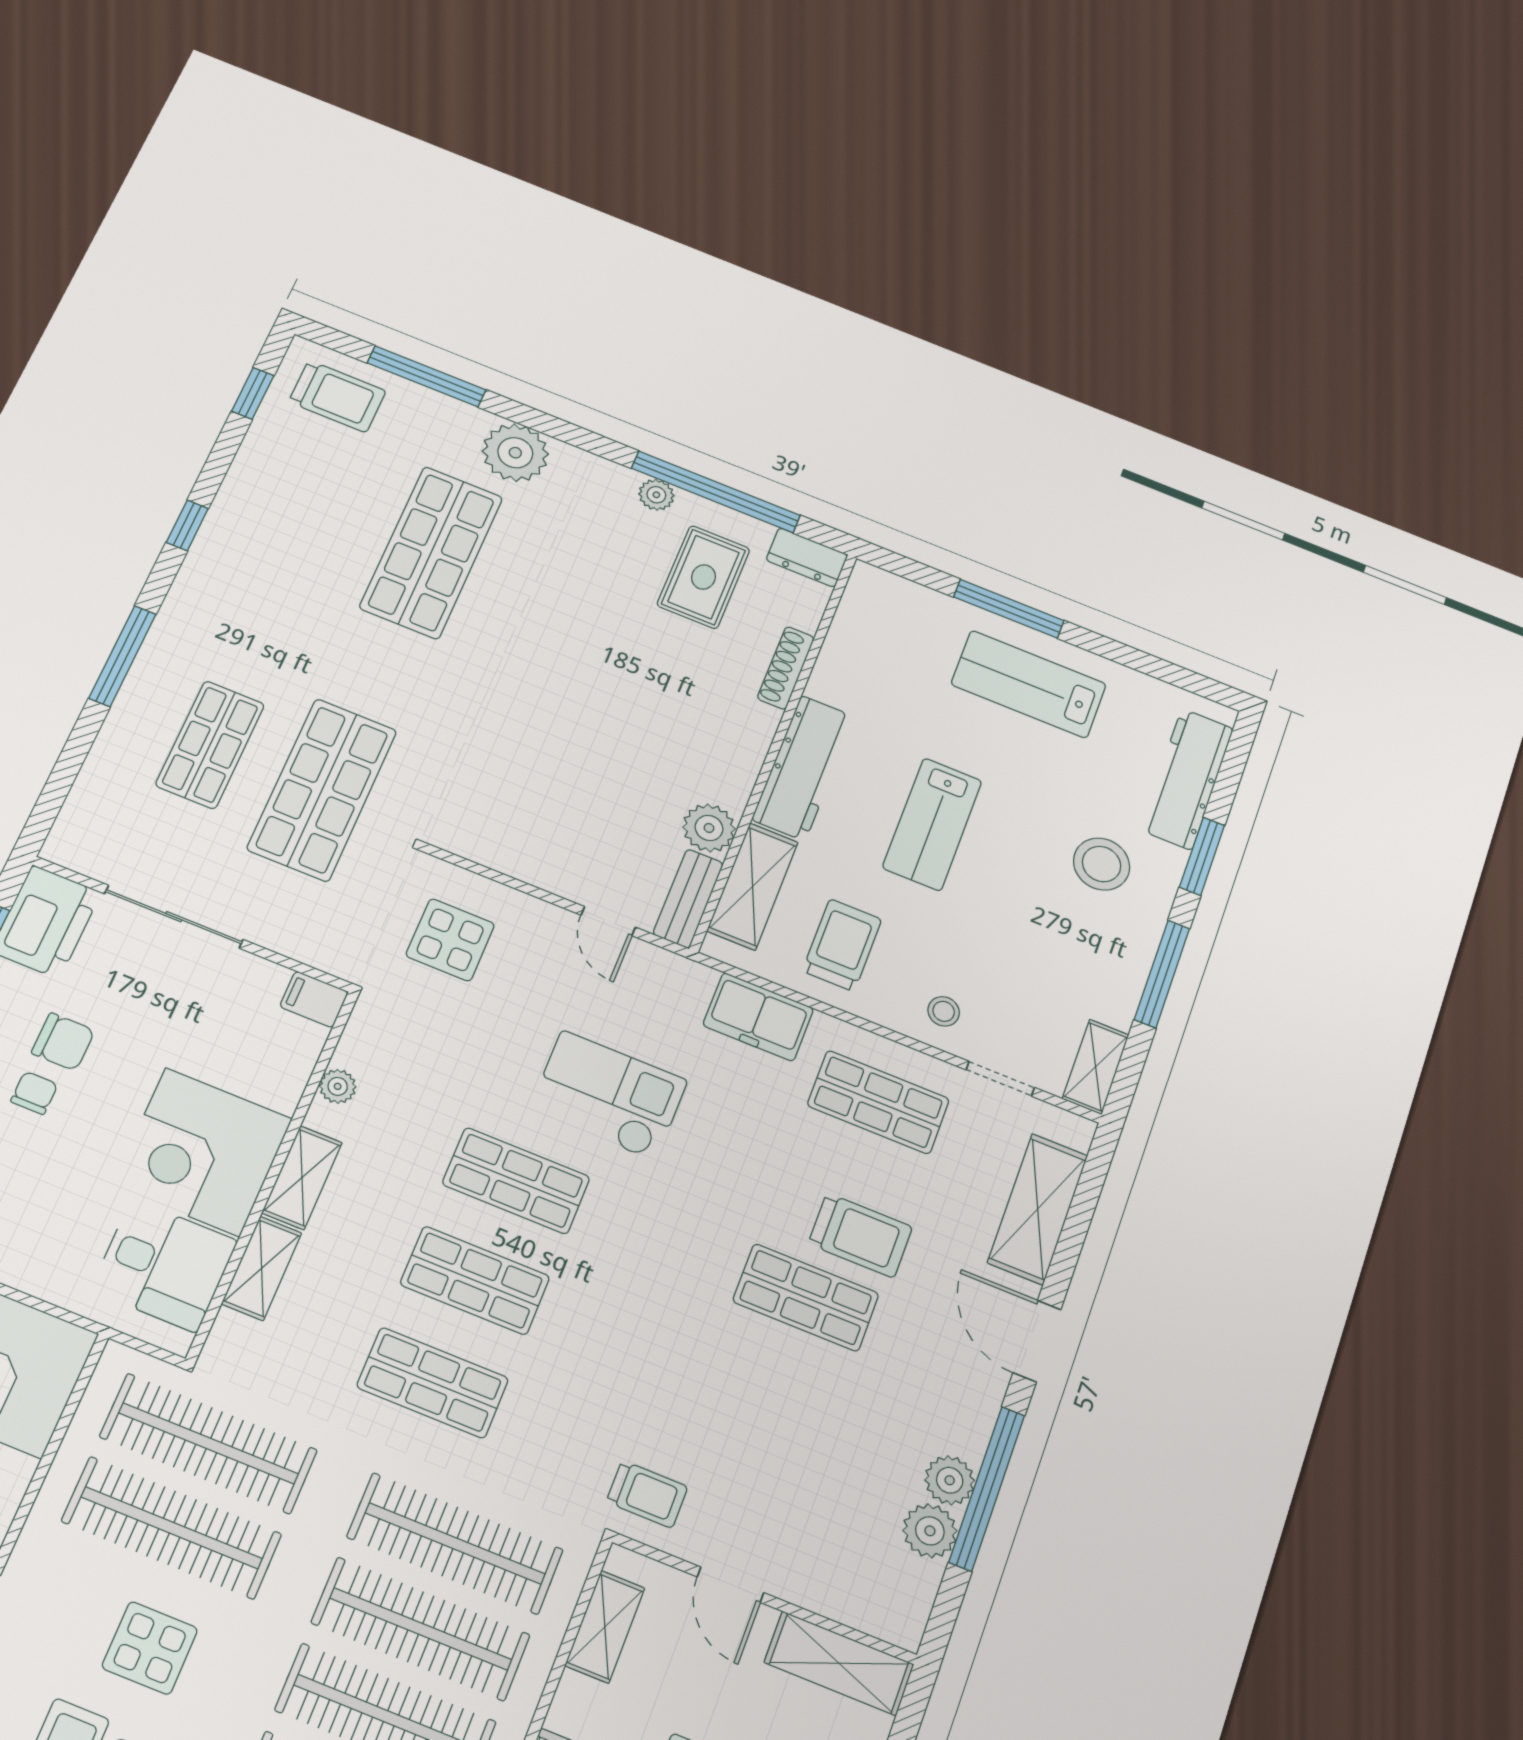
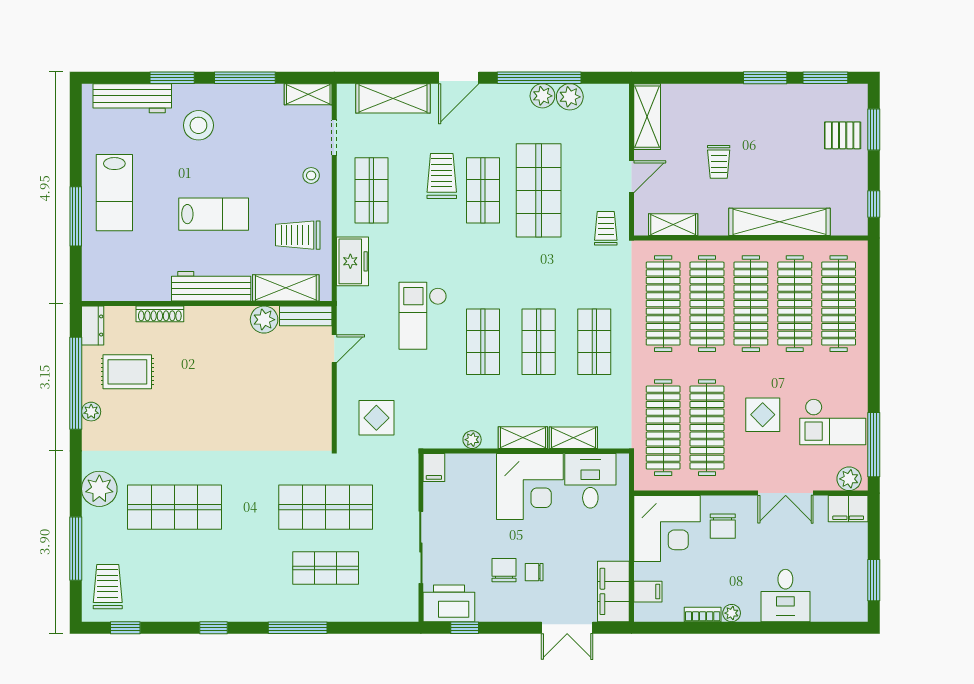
shop shelf: (768, 1399) -> (539, 190), added

